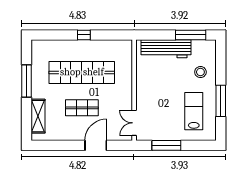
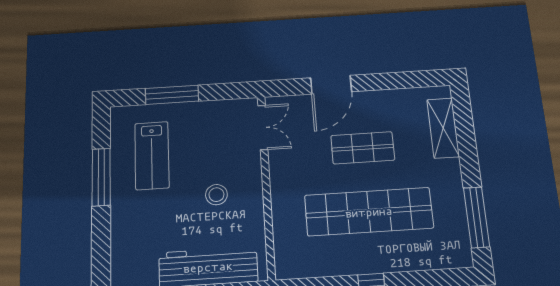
stool: (200, 72) -> (216, 195), moved
window: (27, 81) -> (477, 217), moved
window: (166, 145) -> (172, 95), moved

